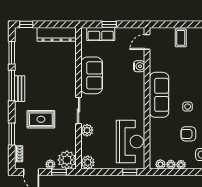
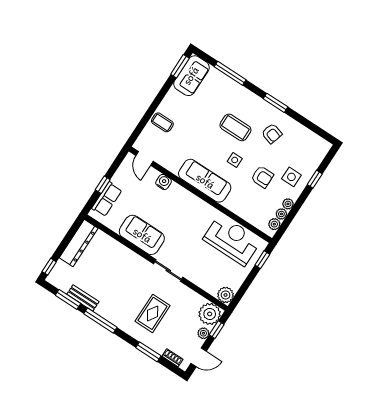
bench: (20, 89) -> (83, 298), moved
plant: (87, 130) -> (193, 275), removed
armchair: (188, 134) -> (262, 177), turned -90

